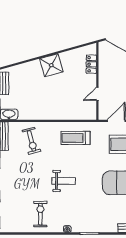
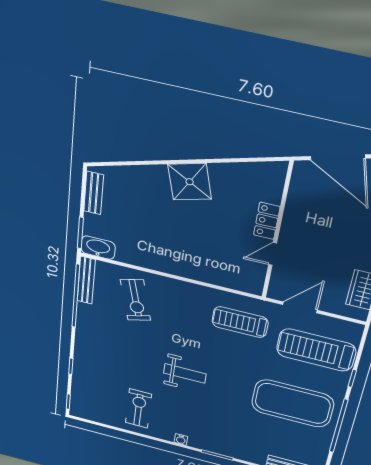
locker: (91, 64) -> (267, 221), moved
treadmill: (75, 138) -> (240, 322), moved

